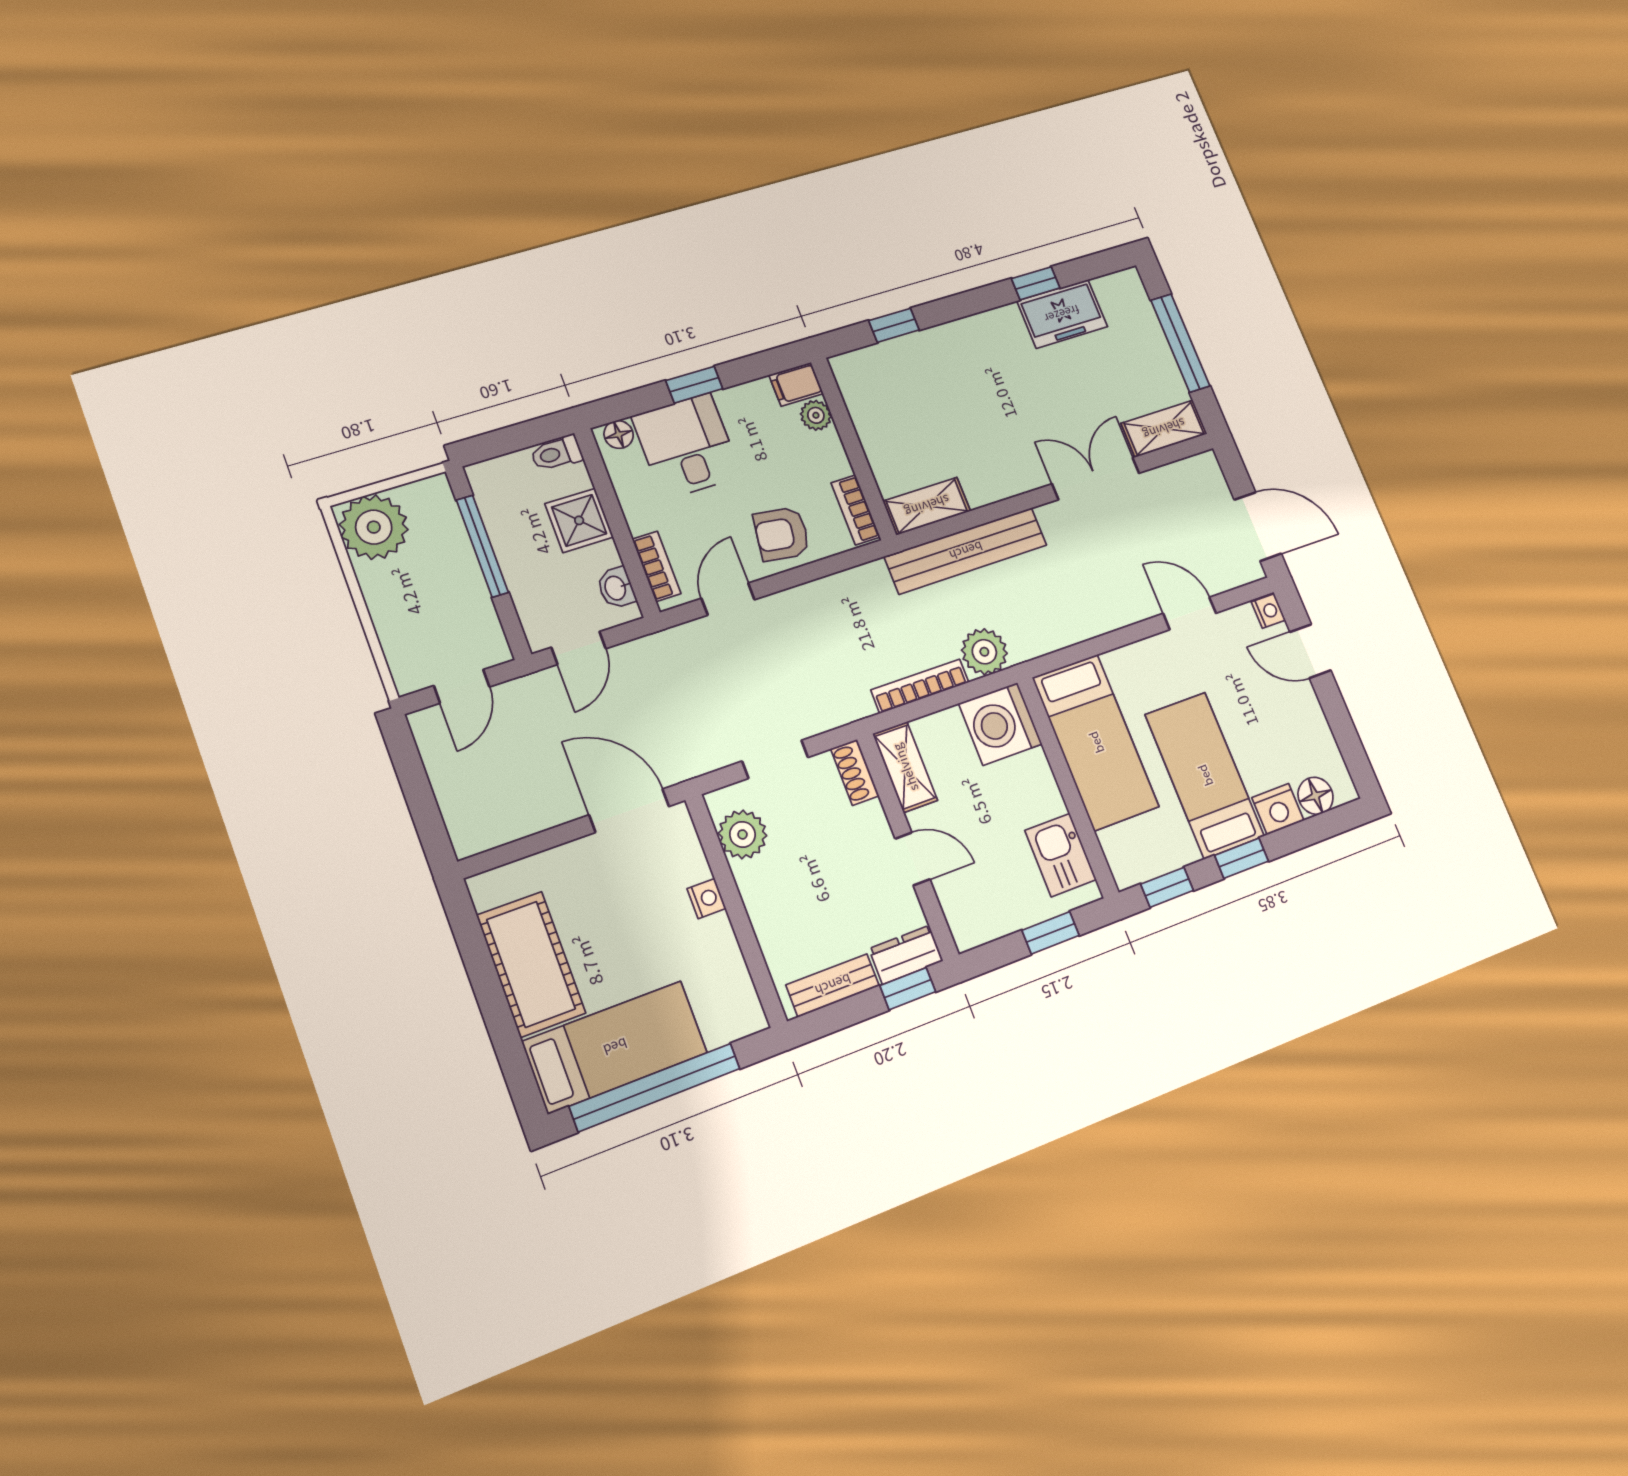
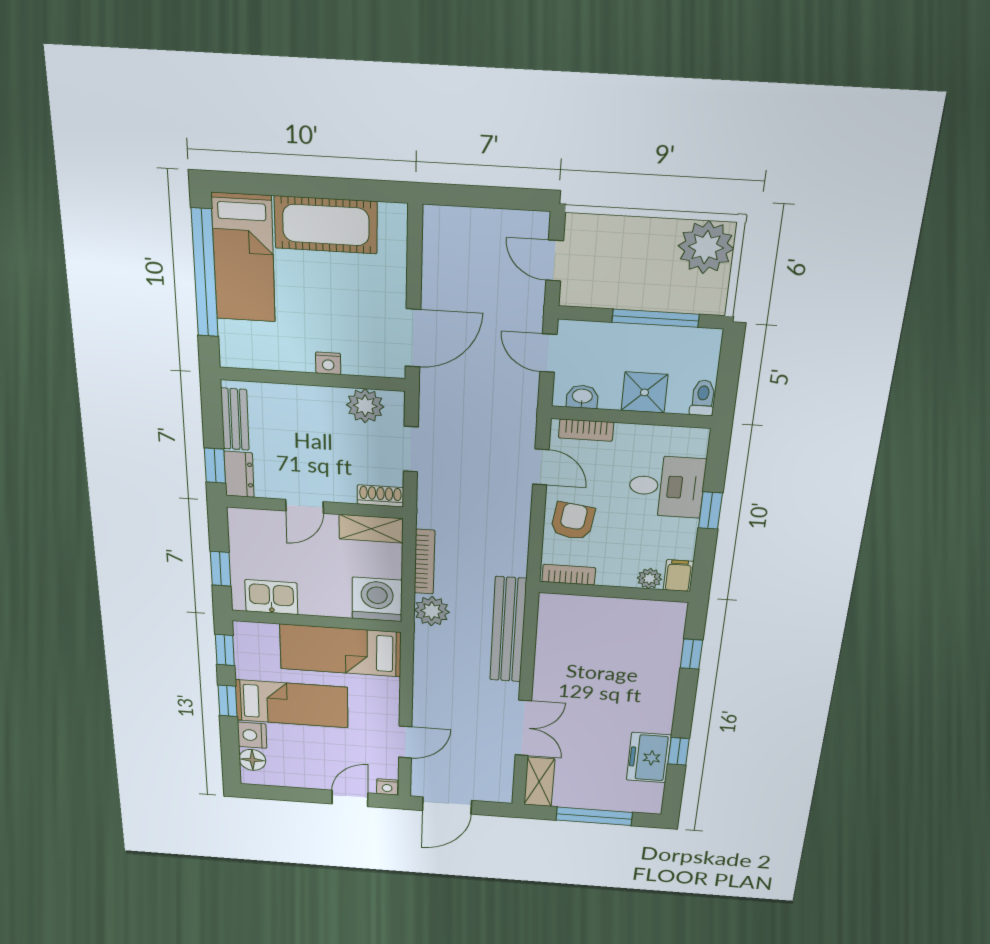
floor lamp: (619, 434) -> (697, 445), removed
shelving: (927, 506) -> (551, 620), removed

